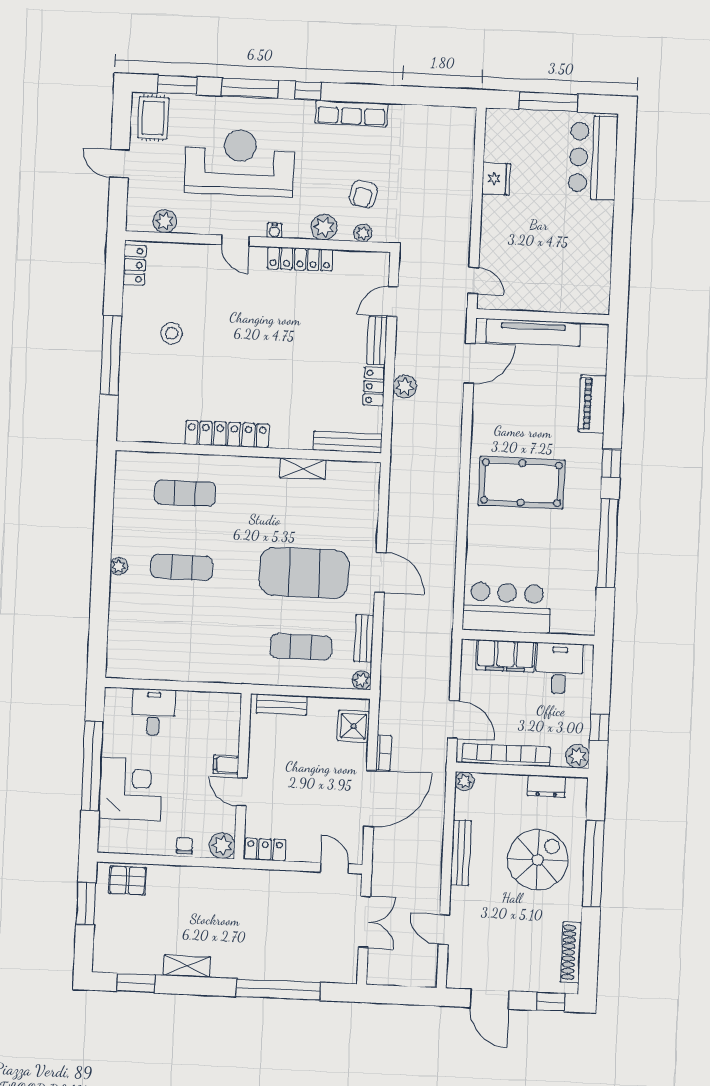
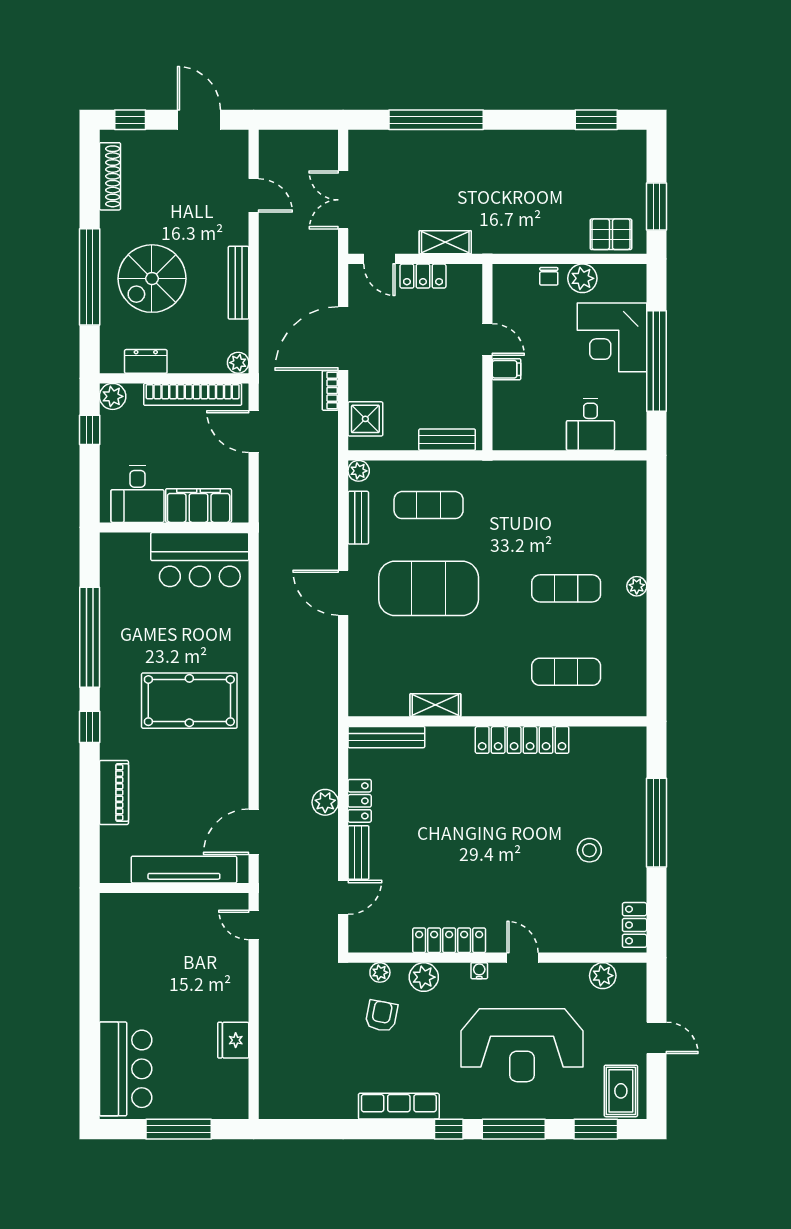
plant: (222, 846) -> (582, 278), moved
locker: (265, 850) -> (423, 276), moved
shelving: (187, 966) -> (445, 242), moved

